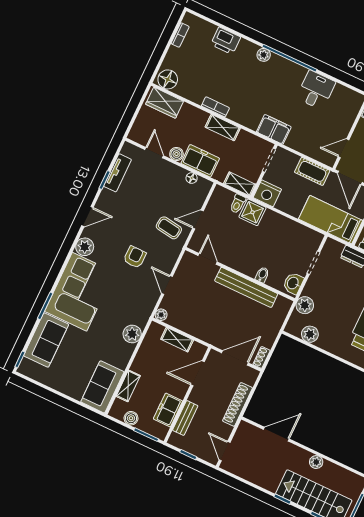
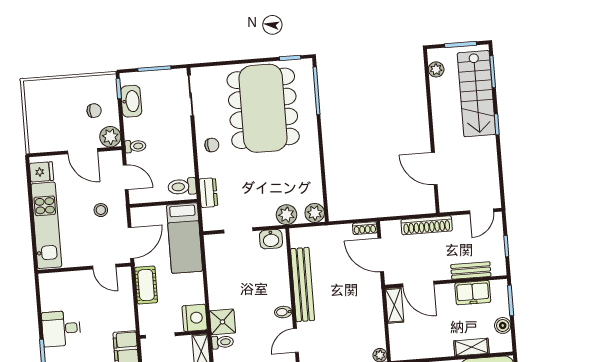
bidet: (262, 275) -> (283, 312), moved
plant: (310, 334) -> (315, 213), moved
shelving: (177, 340) -> (394, 305), moved
plant: (316, 462) -> (436, 69), moved

